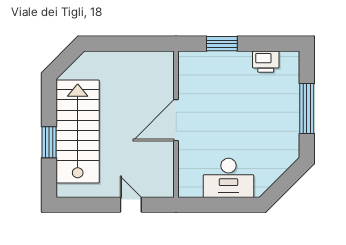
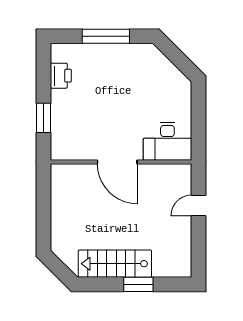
stairs: (78, 131) -> (115, 264), width x0.73, depth x0.66
desk: (228, 178) -> (167, 141), moved, turned 90

